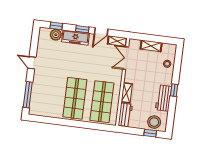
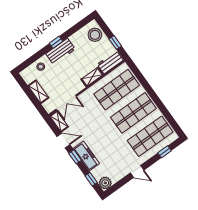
plant: (56, 35) -> (105, 183), moved
door: (32, 63) -> (137, 171), hinge flipped
window: (28, 95) -> (165, 152), width x0.46
shop shelf: (48, 95) -> (150, 136), added
workbench: (163, 98) -> (61, 51), moved
window: (150, 133) -> (115, 42), moved

